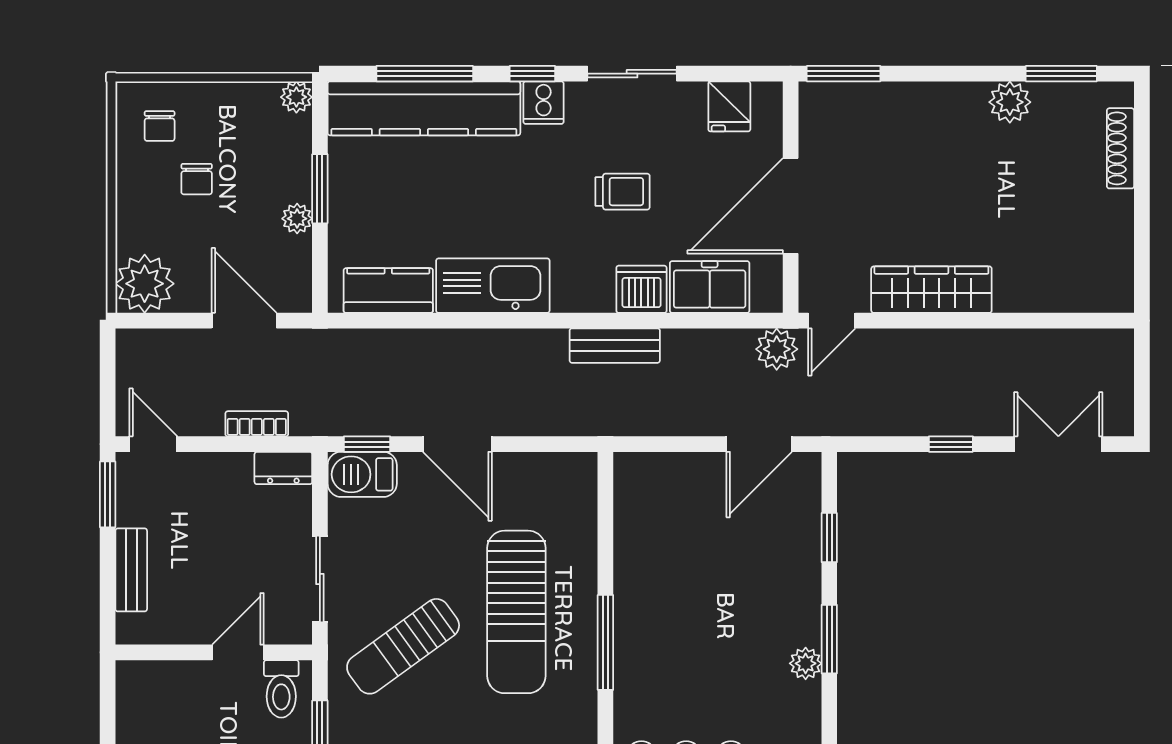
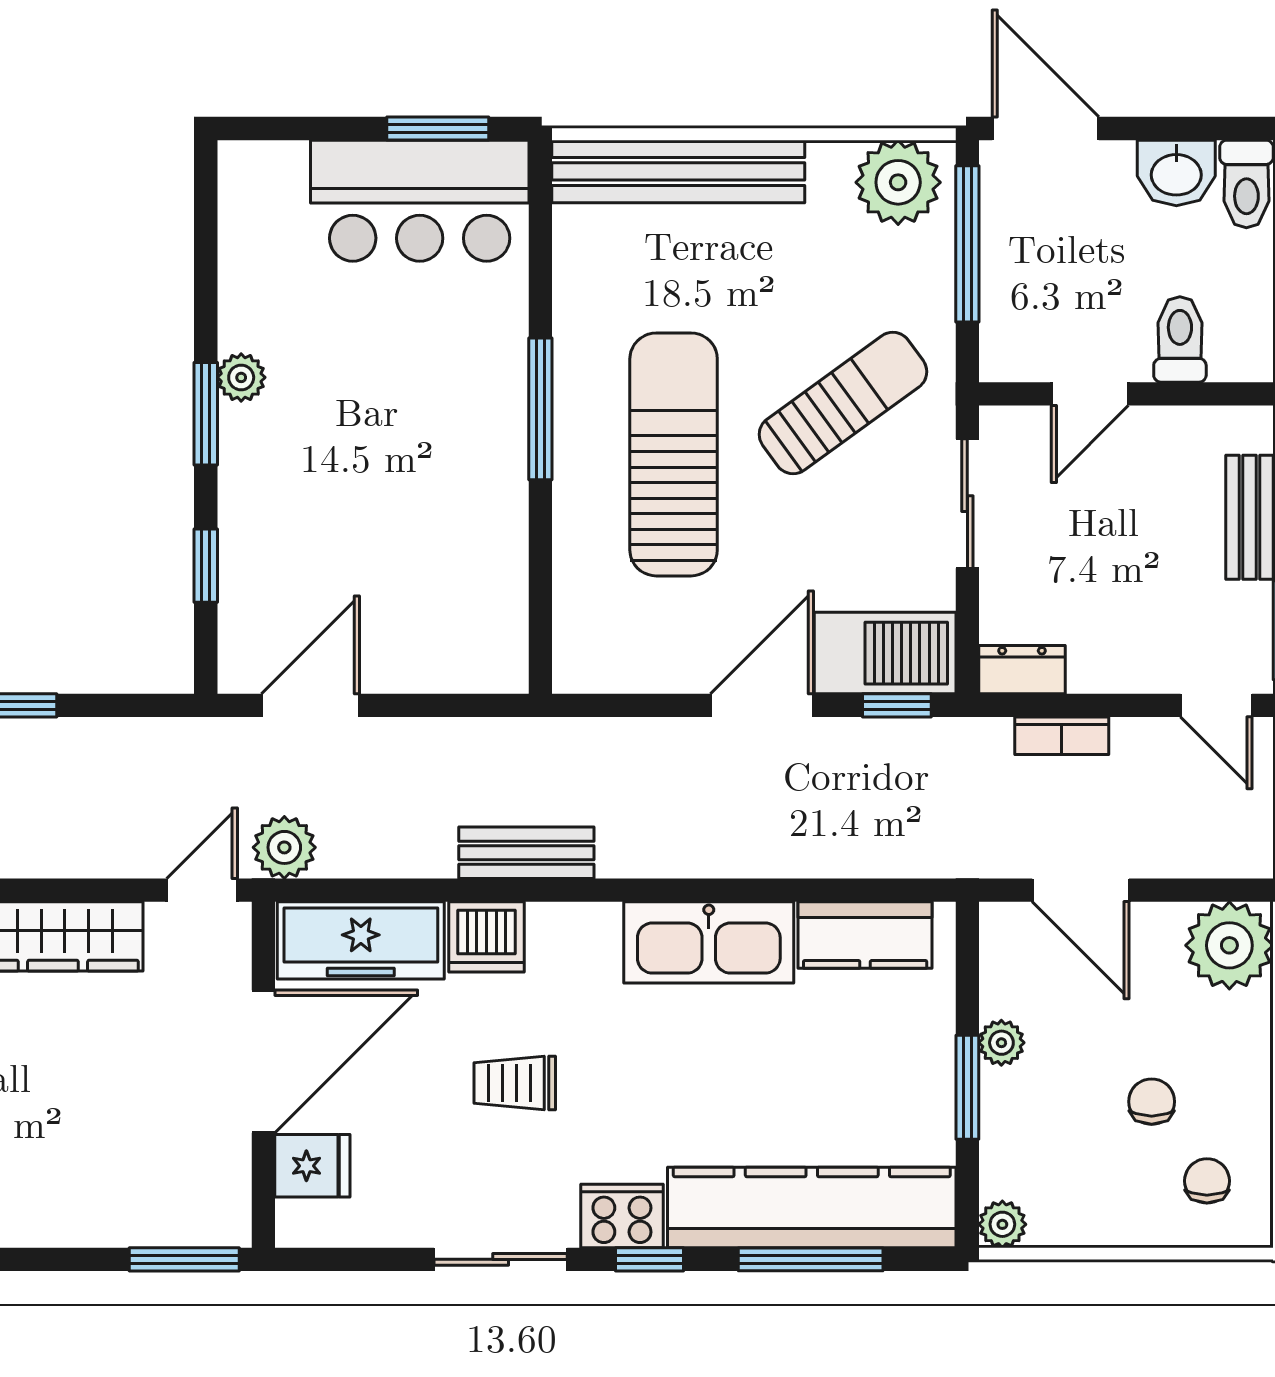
cooker: (544, 103) -> (622, 1216), width x1.36
fridge: (729, 106) -> (312, 1166), moved, turned 90
freezer: (710, 287) -> (361, 940), width x1.40
door: (457, 444) -> (762, 705), hinge flipped
barbecue: (362, 474) -> (885, 653), width x1.37, depth x1.21
toilet: (281, 689) -> (1180, 339), moved

